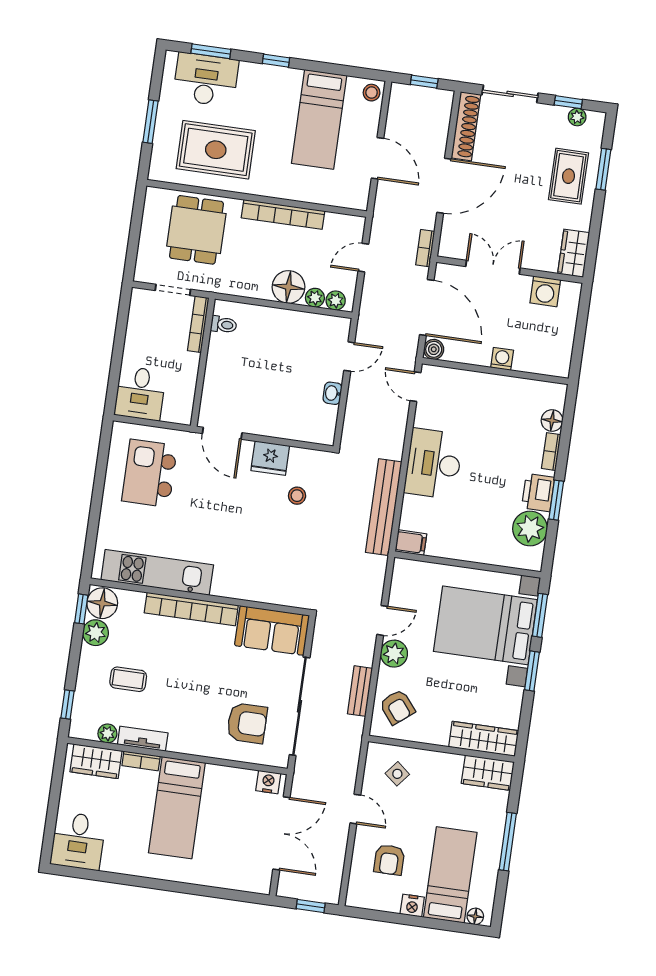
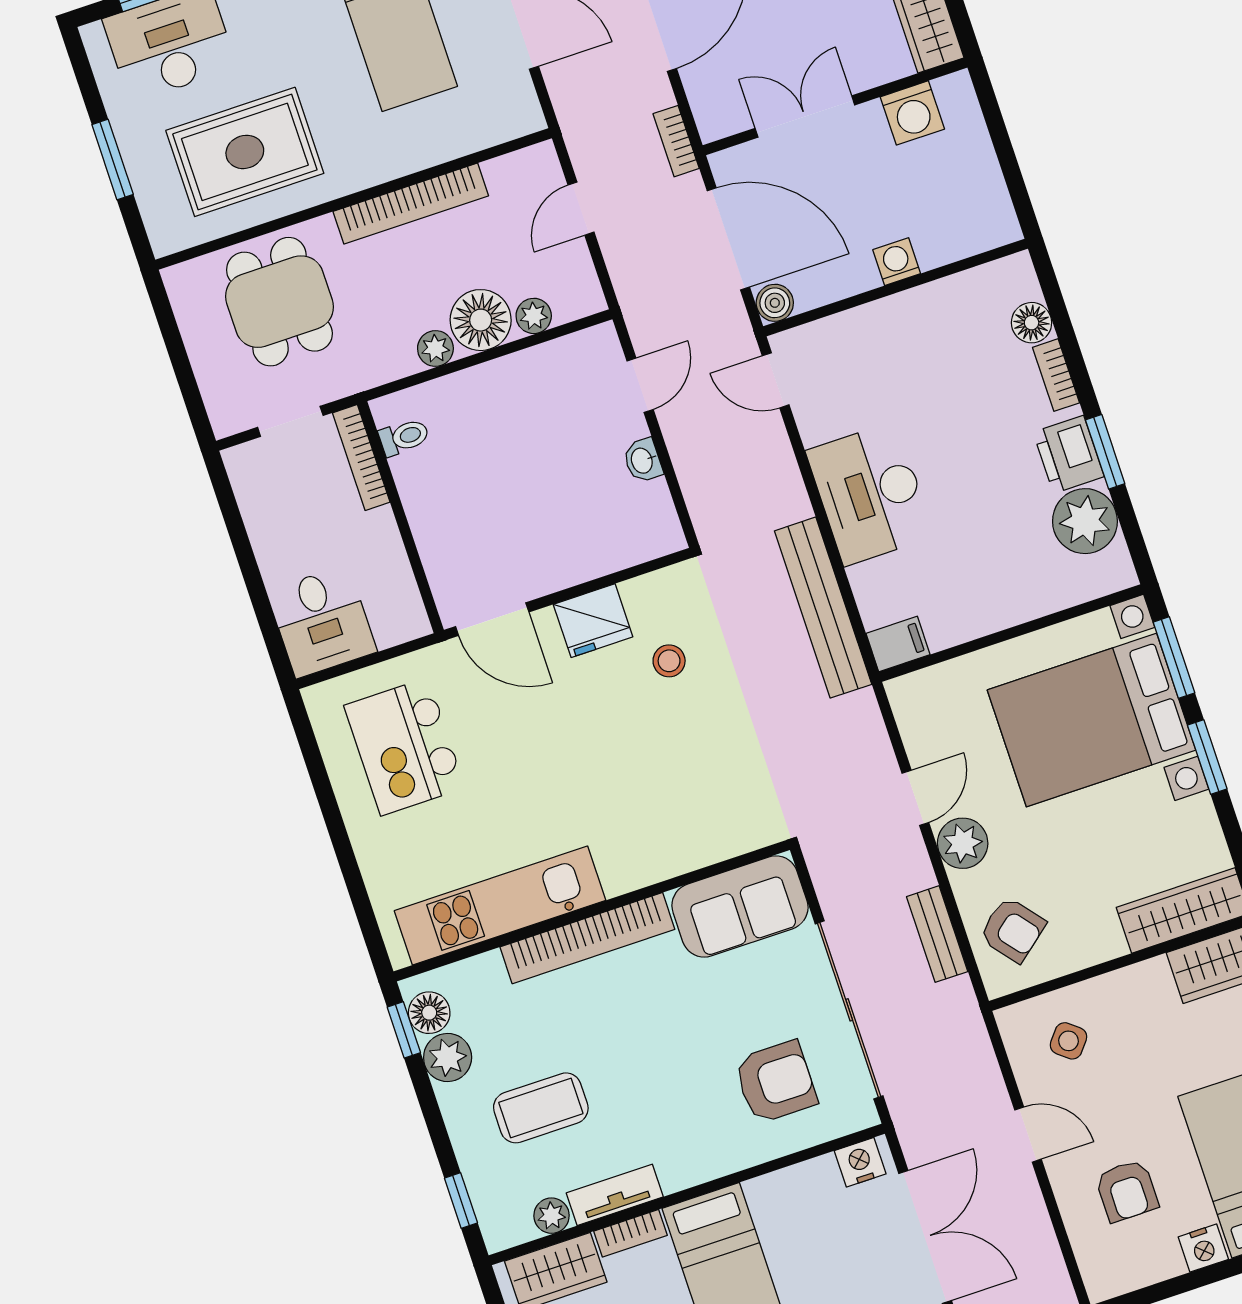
plant: (336, 301) -> (435, 348), moved
floor lamp: (102, 603) -> (429, 1013), width x0.73, depth x0.73
coffee table: (128, 679) -> (541, 1108), width x1.36, depth x1.30

